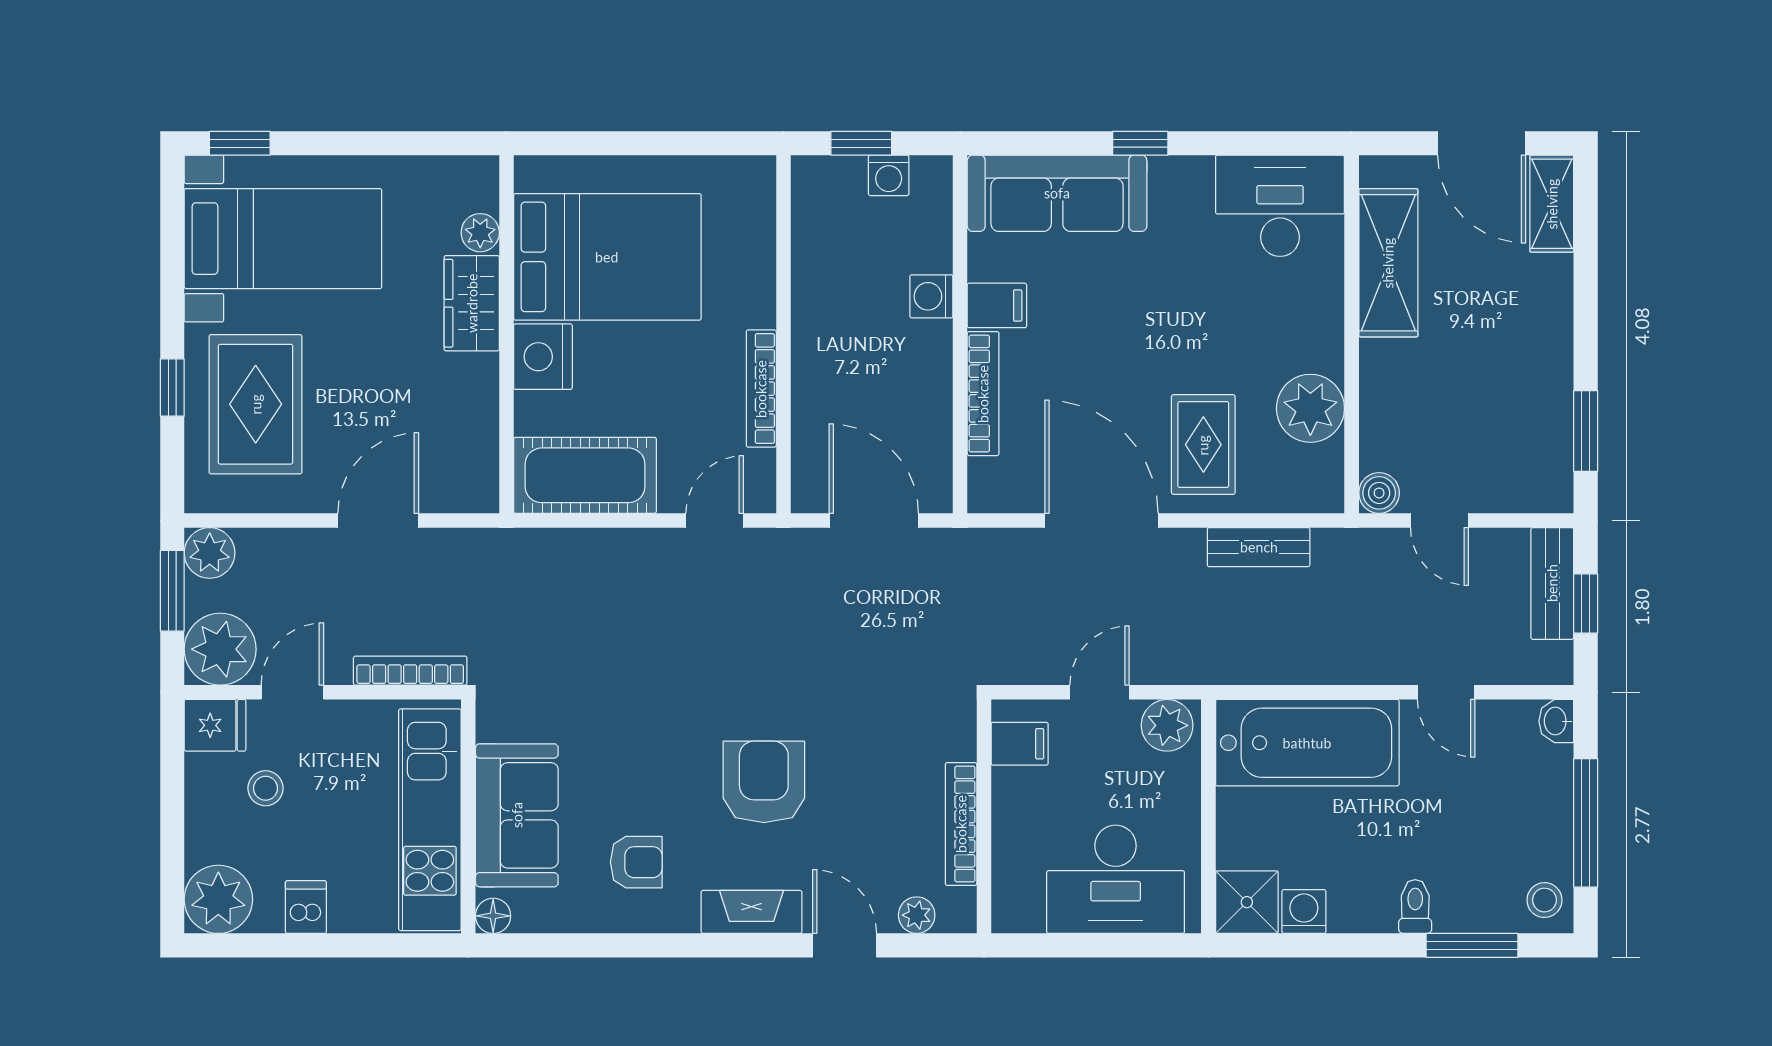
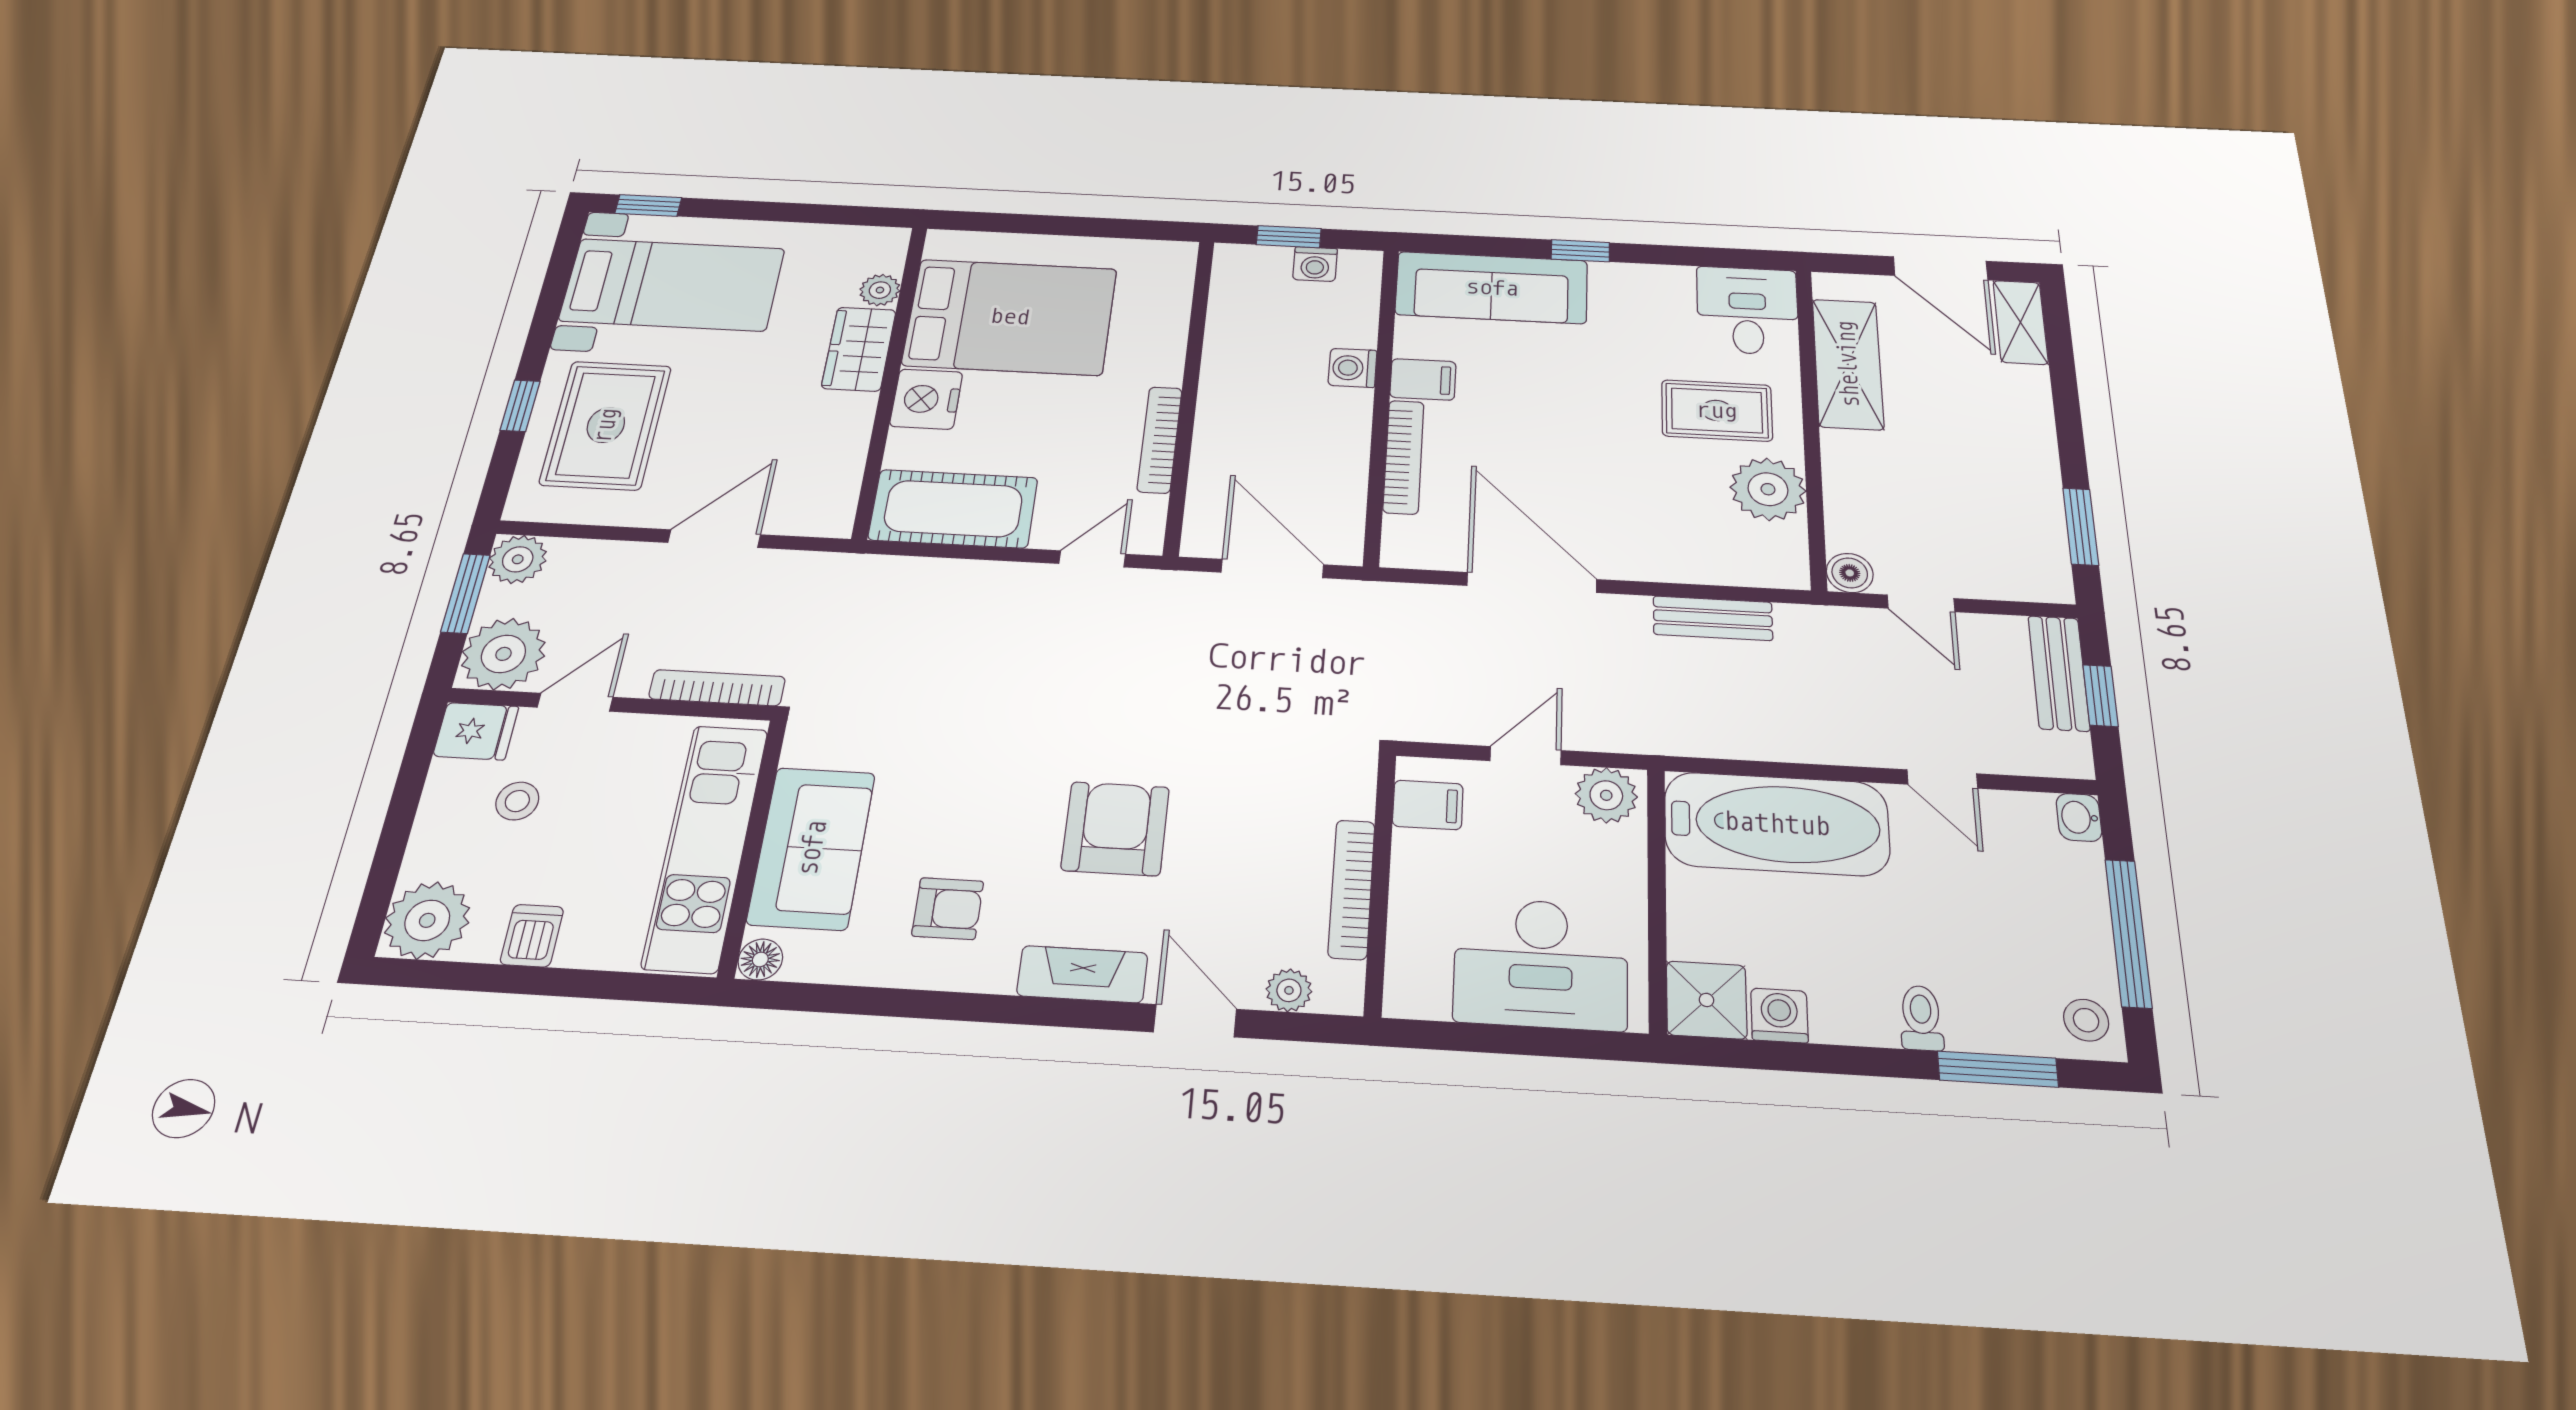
desk: (1280, 206) -> (1747, 311), width x0.73
rug: (1203, 445) -> (1717, 411), moved, turned 90

